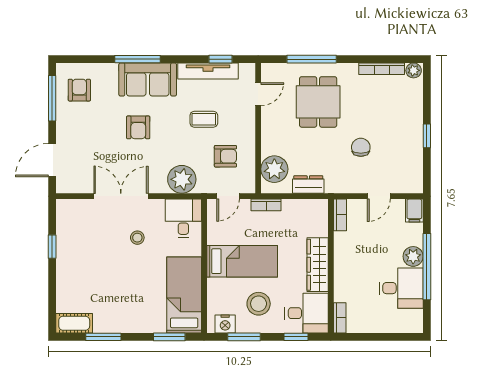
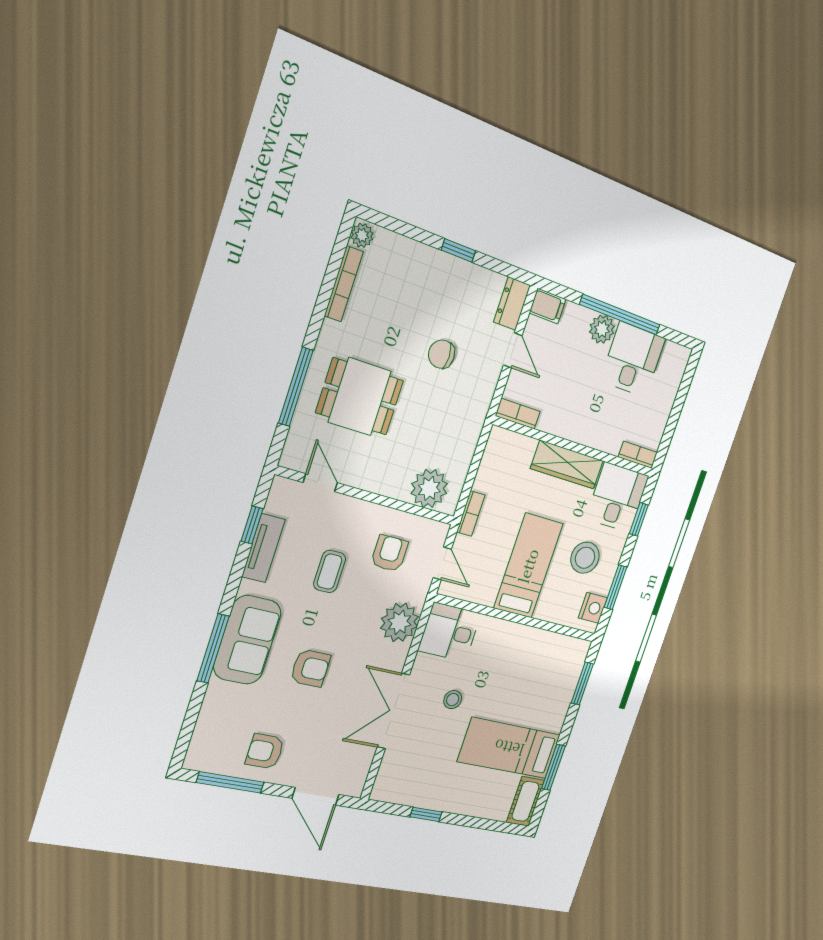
tv unit: (208, 71) -> (263, 548), width x0.71
armchair: (79, 90) -> (265, 751), moved
dresser: (308, 185) -> (512, 304), moved
bed: (184, 295) -> (509, 748), moved

